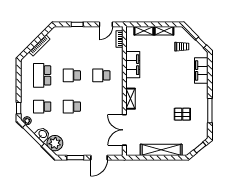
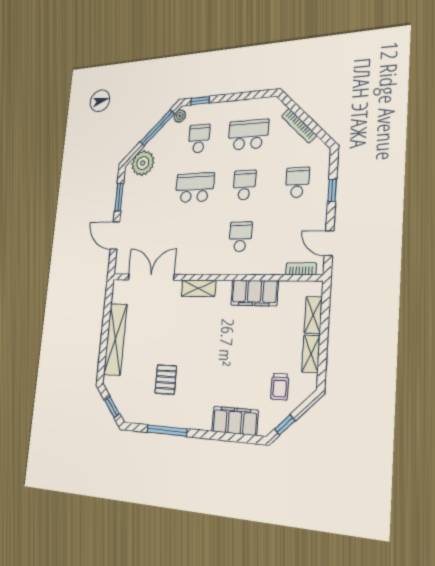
school desk: (72, 44) -> (297, 182), added
school desk: (72, 107) -> (195, 188), width x1.85
washbasin: (43, 134) -> (158, 142), removed

